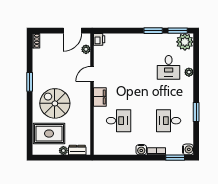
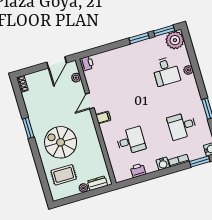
filing cabinet: (100, 97) -> (103, 117), width x0.50
rug: (49, 134) -> (64, 175), width x0.73, depth x0.70
printer: (117, 149) -> (138, 170), added

